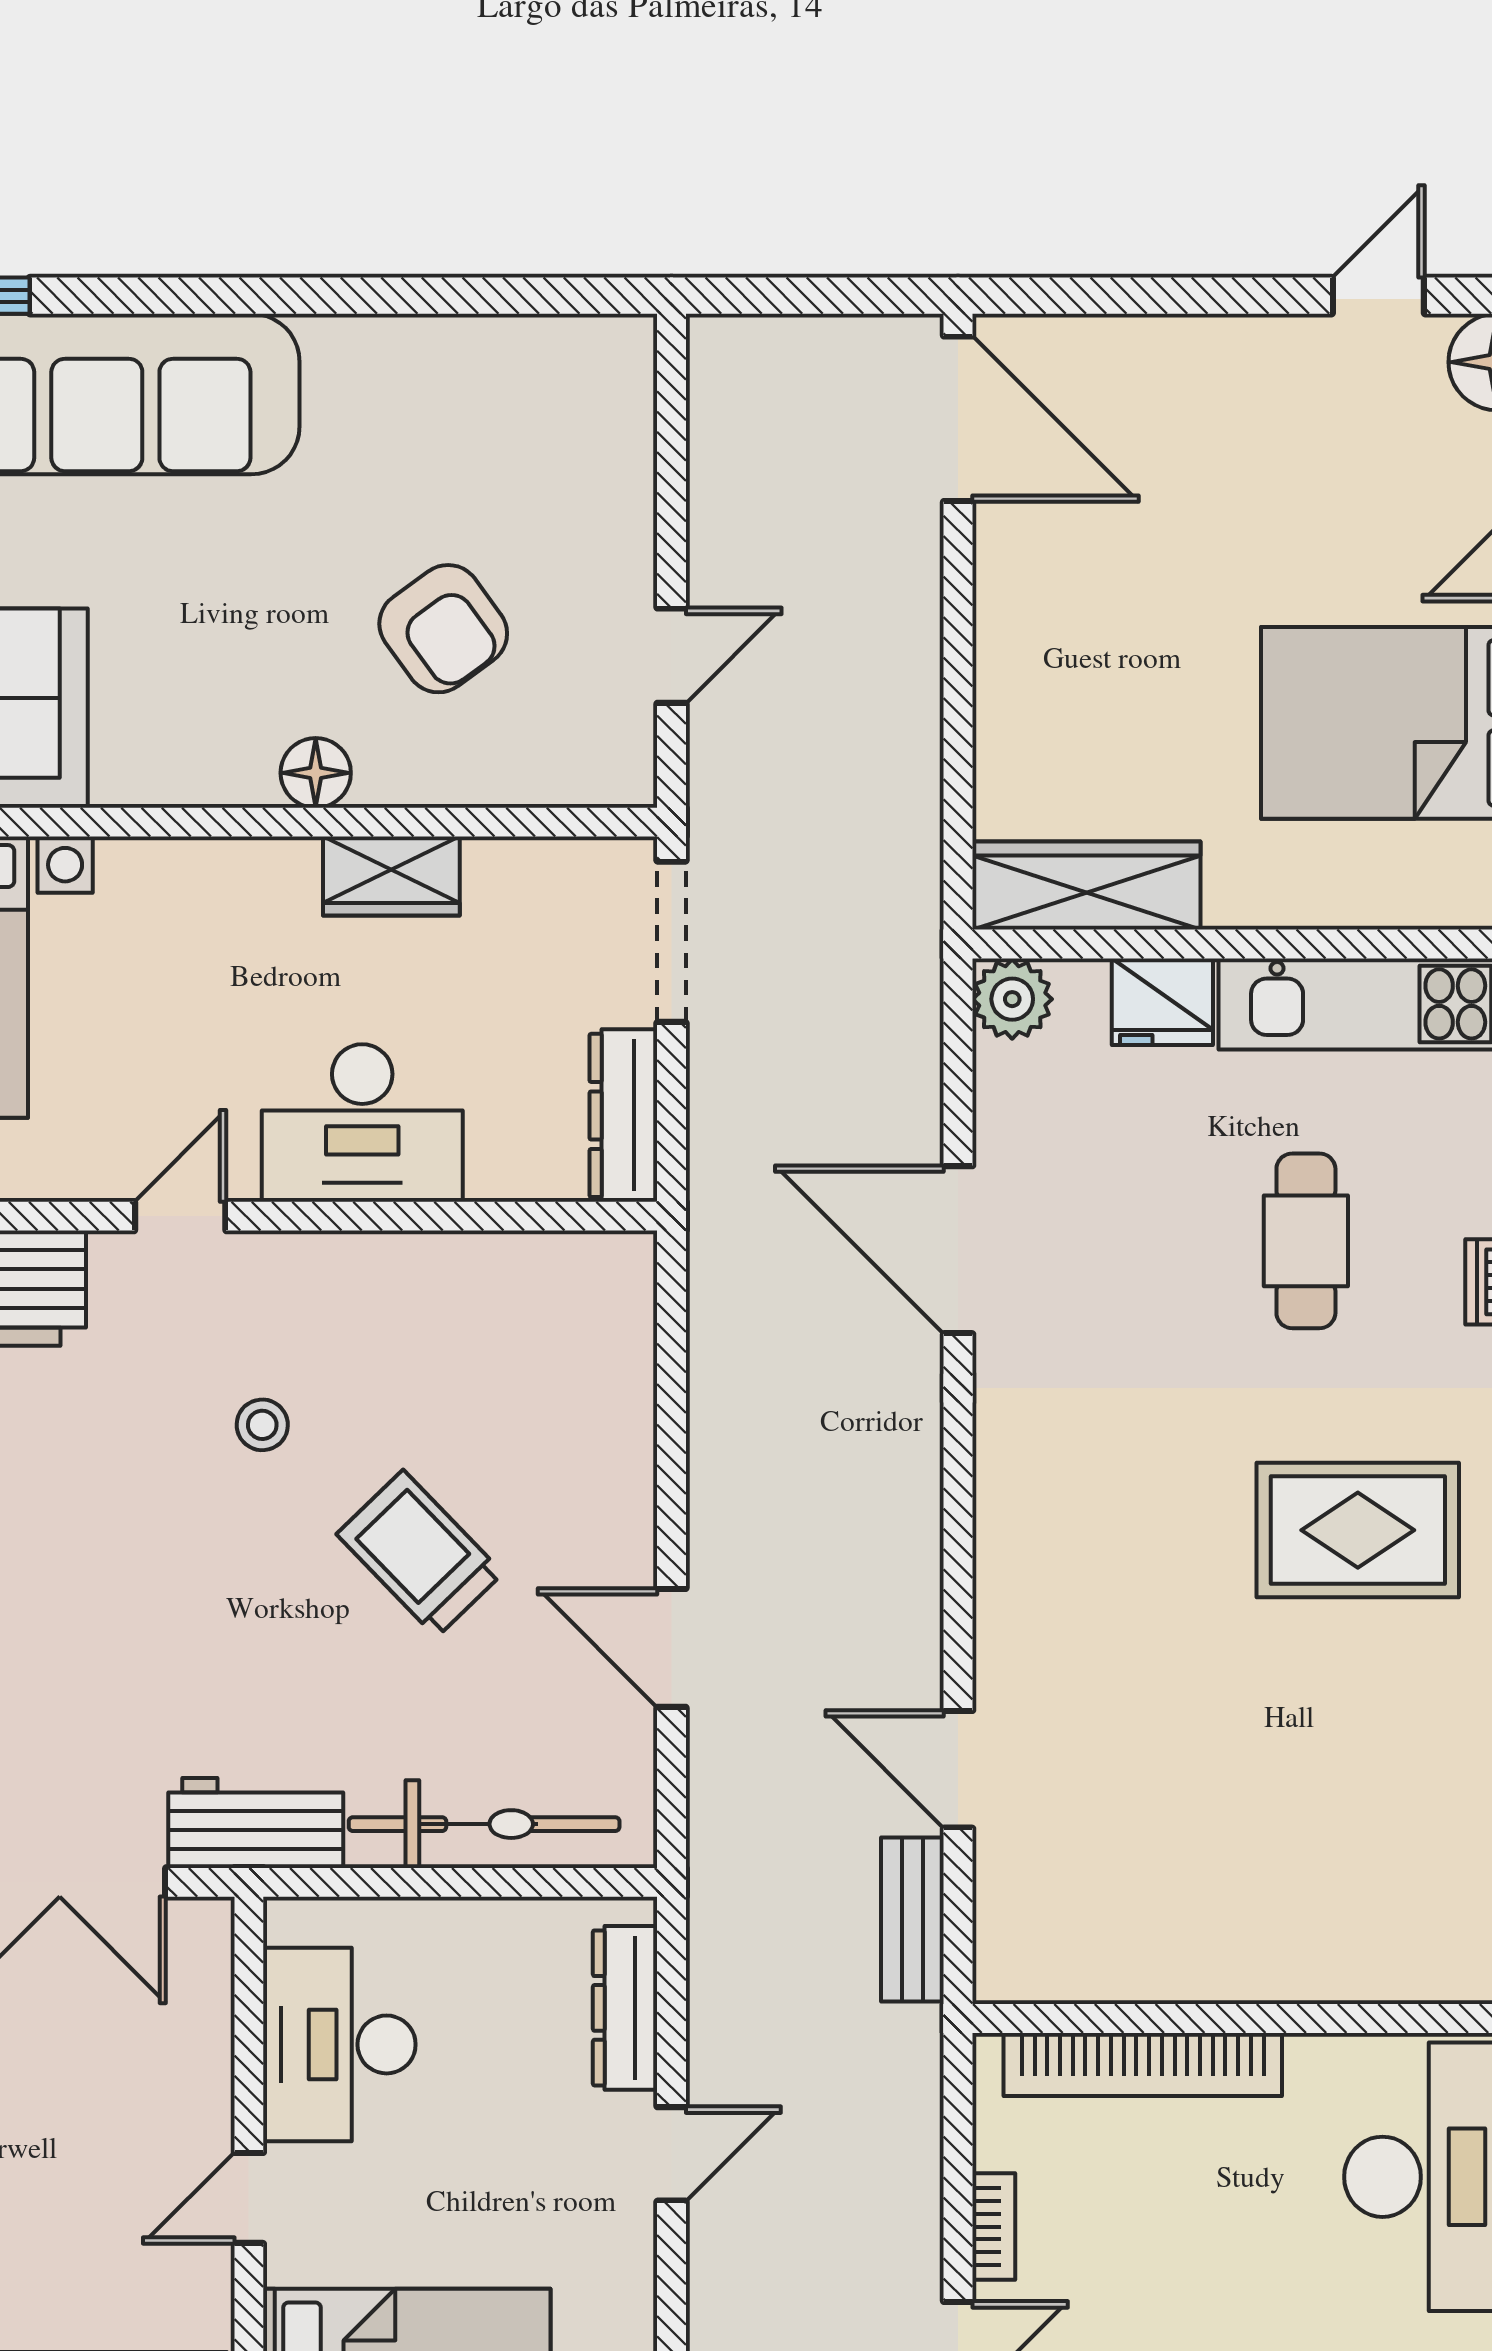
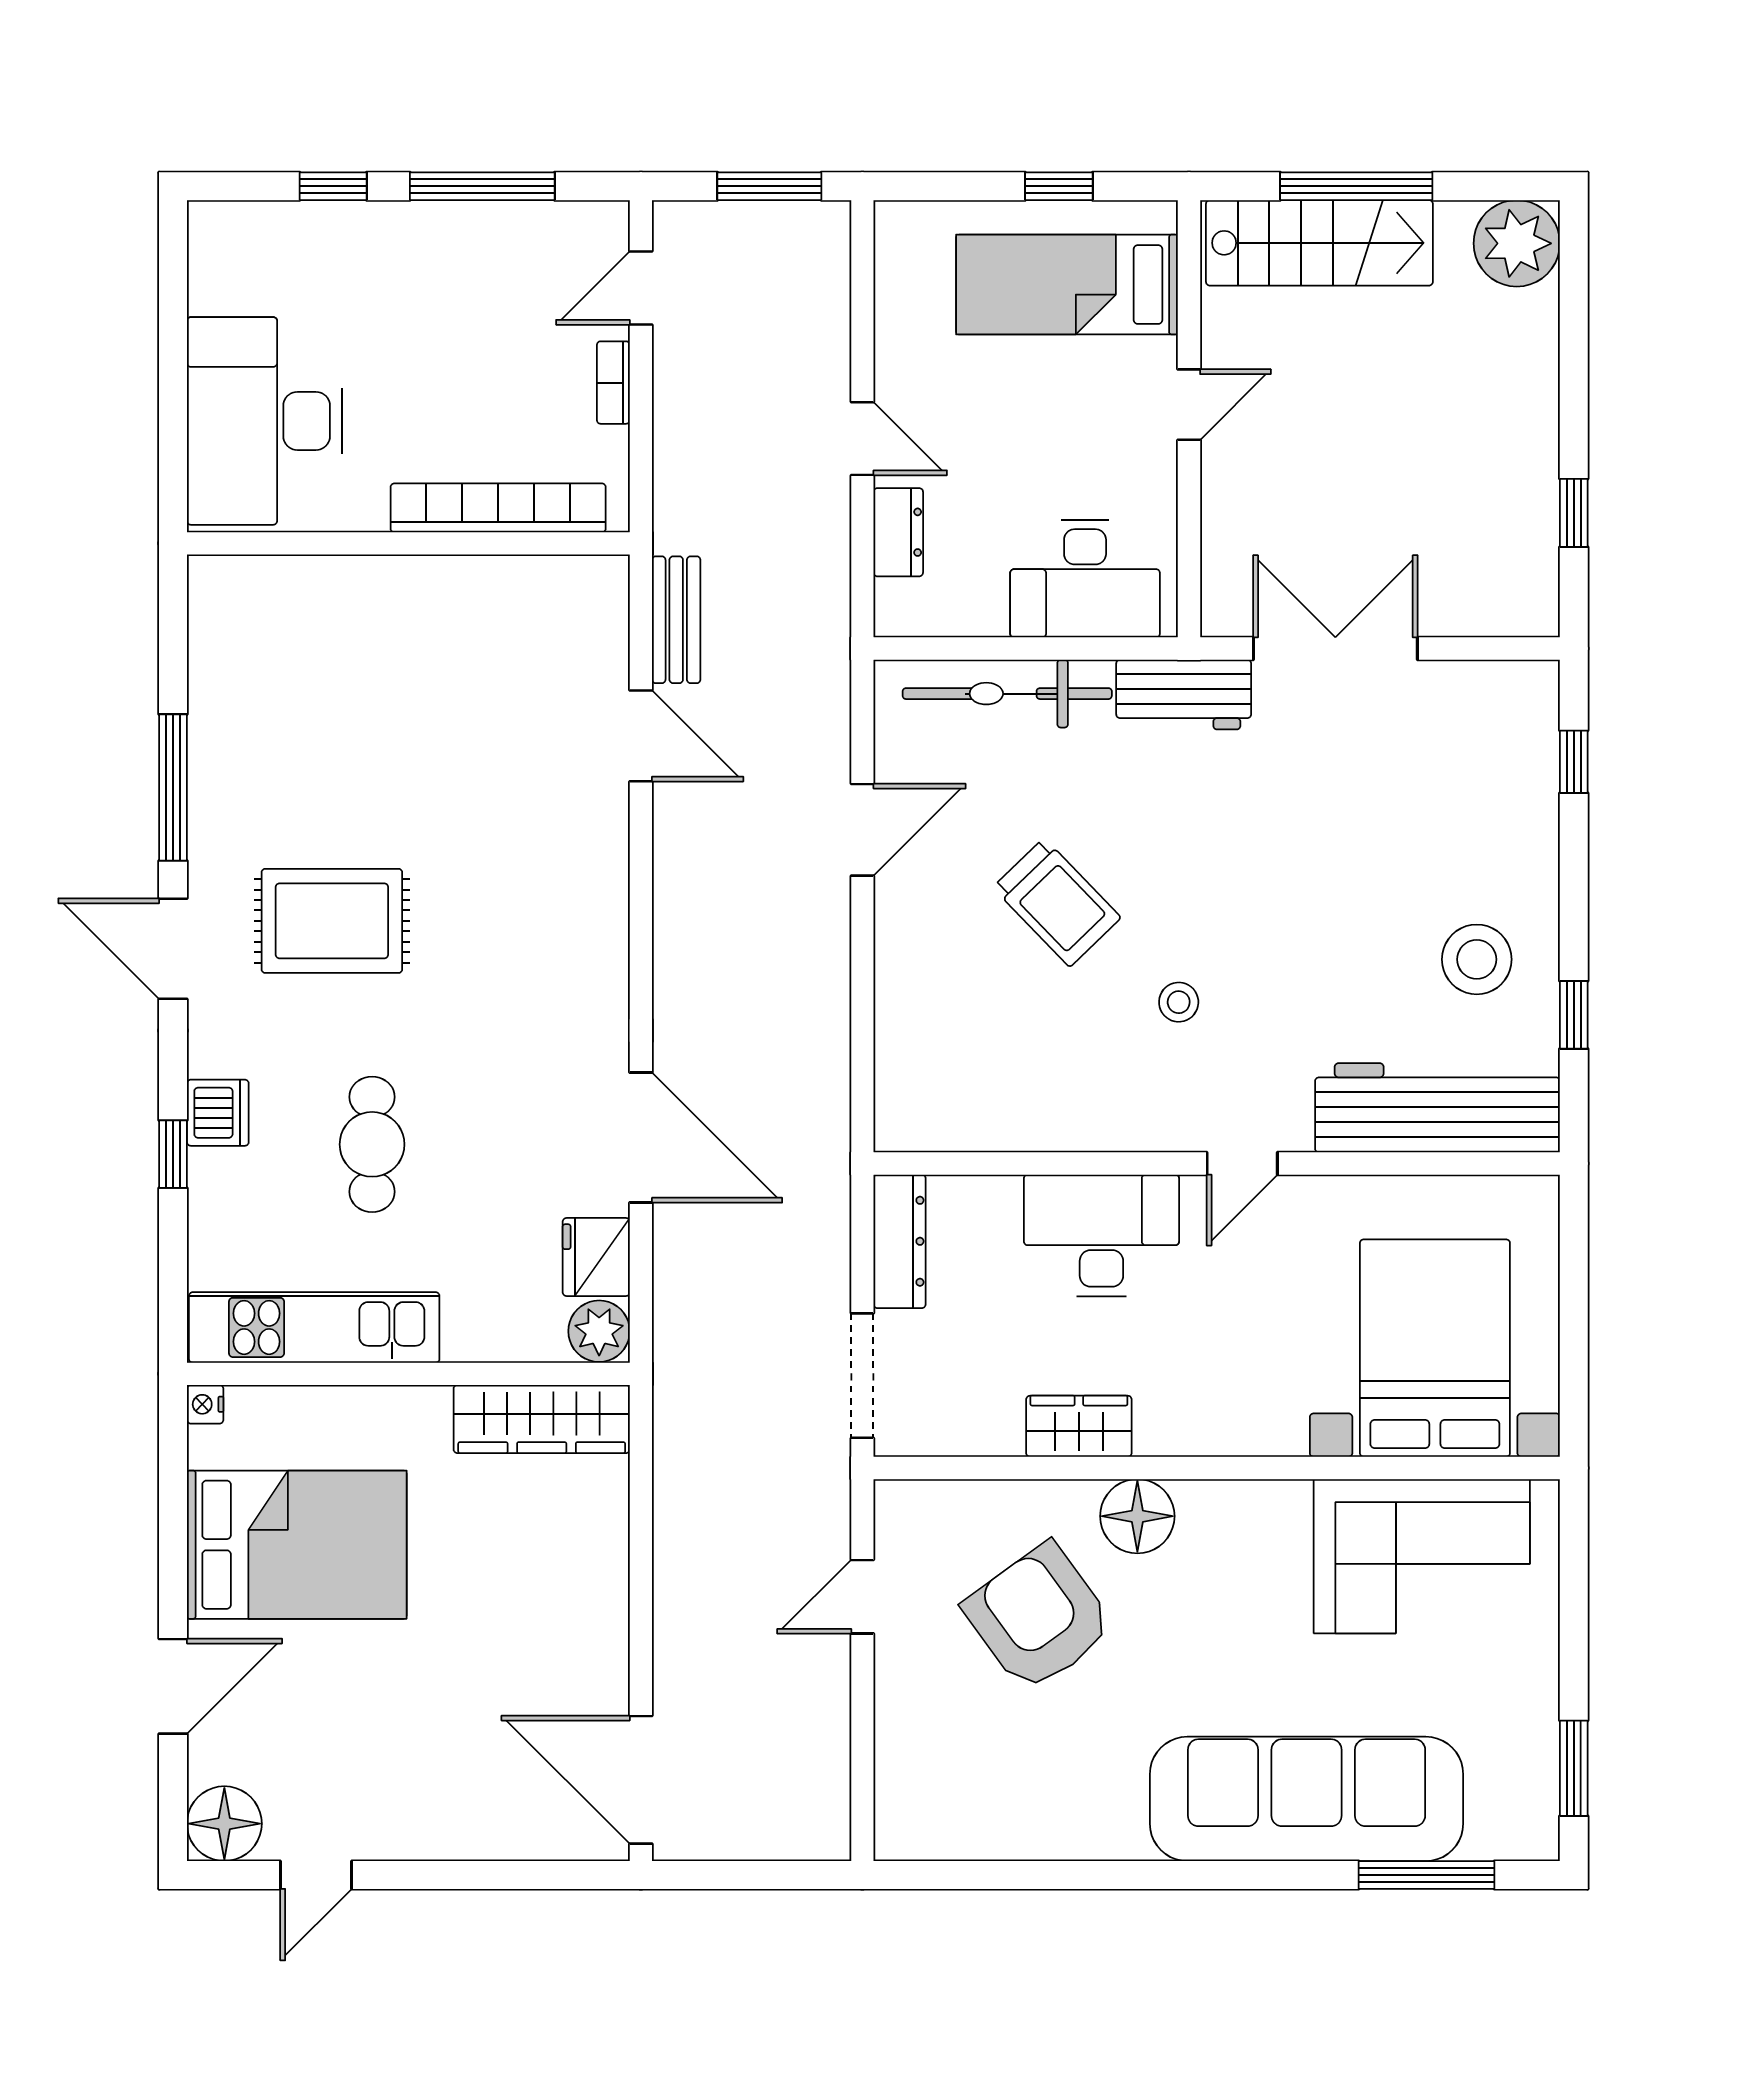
armchair: (443, 629) -> (1039, 1618), width x1.36, depth x1.36
floor lamp: (316, 773) -> (1137, 1516), width x1.38, depth x1.38
fridge: (1162, 1002) -> (596, 1257), moved, turned -90
door: (672, 1648) -> (862, 830), hinge flipped
dresser: (625, 2008) -> (898, 532), width x0.70
desk: (339, 2044) -> (1085, 579), moved, turned 90
door: (672, 2154) -> (862, 439), swing flipped

